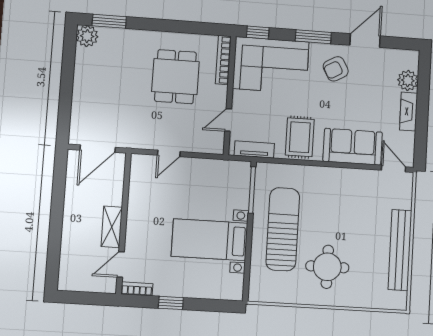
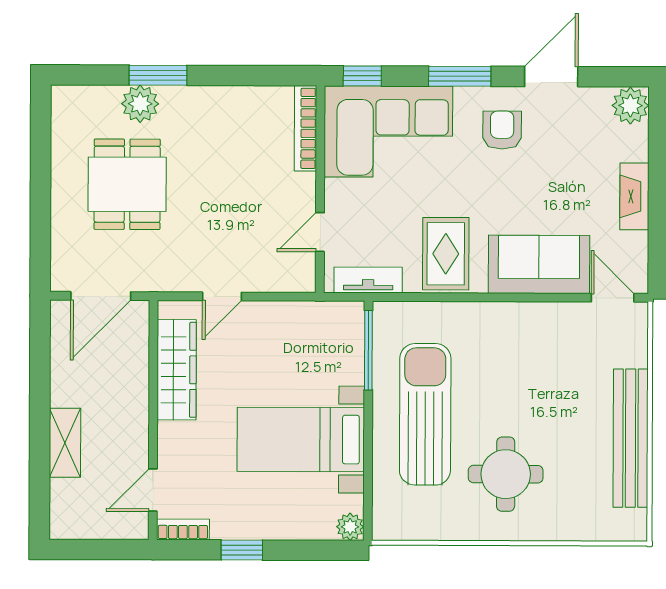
window: (109, 21) -> (158, 75), moved
plant: (87, 36) -> (140, 104), moved
armchair: (336, 69) -> (502, 130), turned 119
dining table: (175, 77) -> (127, 184), moved
plant: (408, 80) -> (630, 106), moved
wardrobe: (139, 195) -> (177, 370), added
shelving: (112, 227) -> (65, 443), moved
plant: (235, 293) -> (350, 527), added

